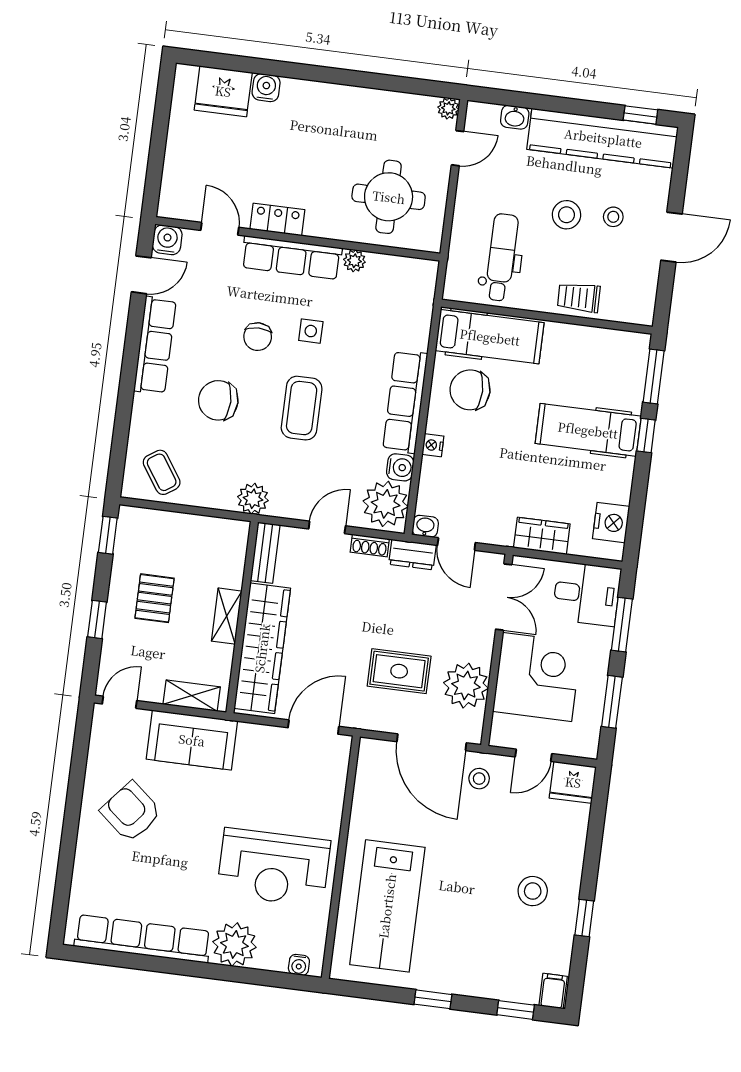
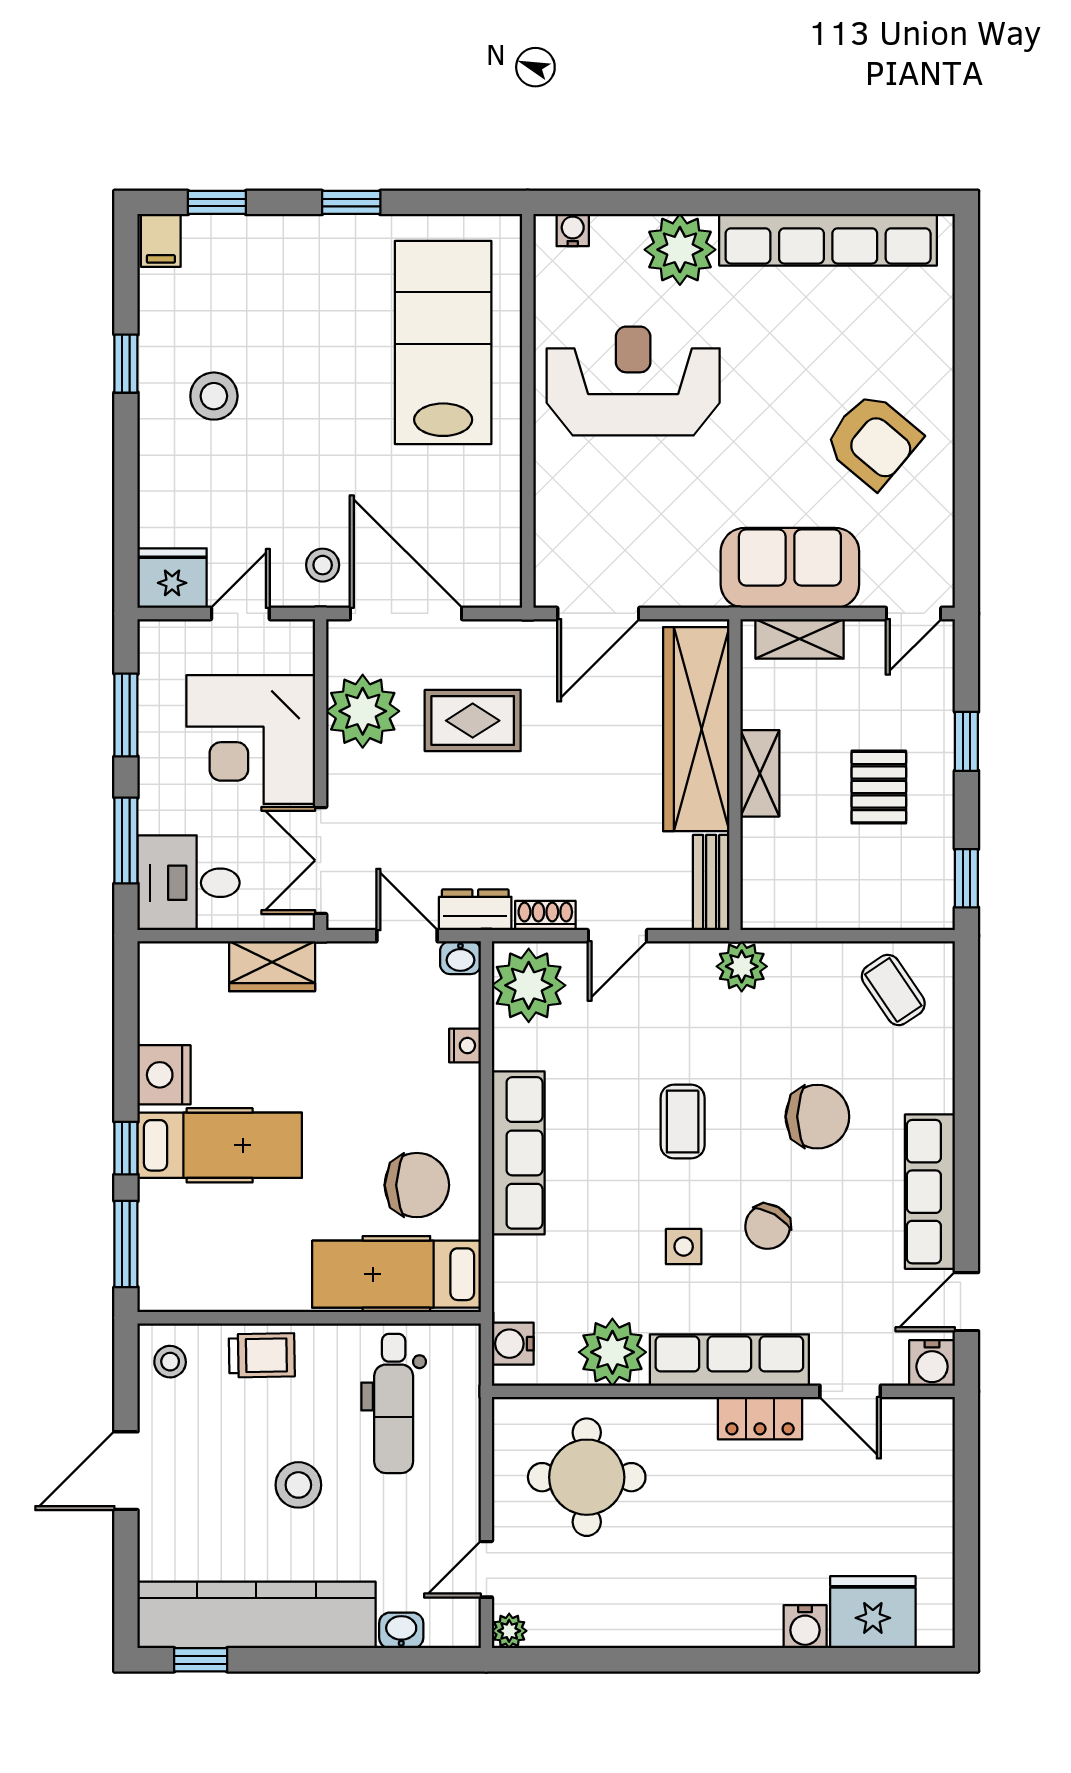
stool: (613, 217) -> (170, 1362), moved
plant: (354, 261) -> (612, 1352), width x1.87, depth x1.87
chair: (258, 337) -> (768, 1227), turned -150
coffee table: (302, 408) -> (683, 1121), width x0.73, depth x0.77
nightstand: (433, 445) -> (465, 1046), moved
water cooler: (400, 467) -> (513, 1344), moved
nightstand: (611, 523) -> (164, 1075), moved

